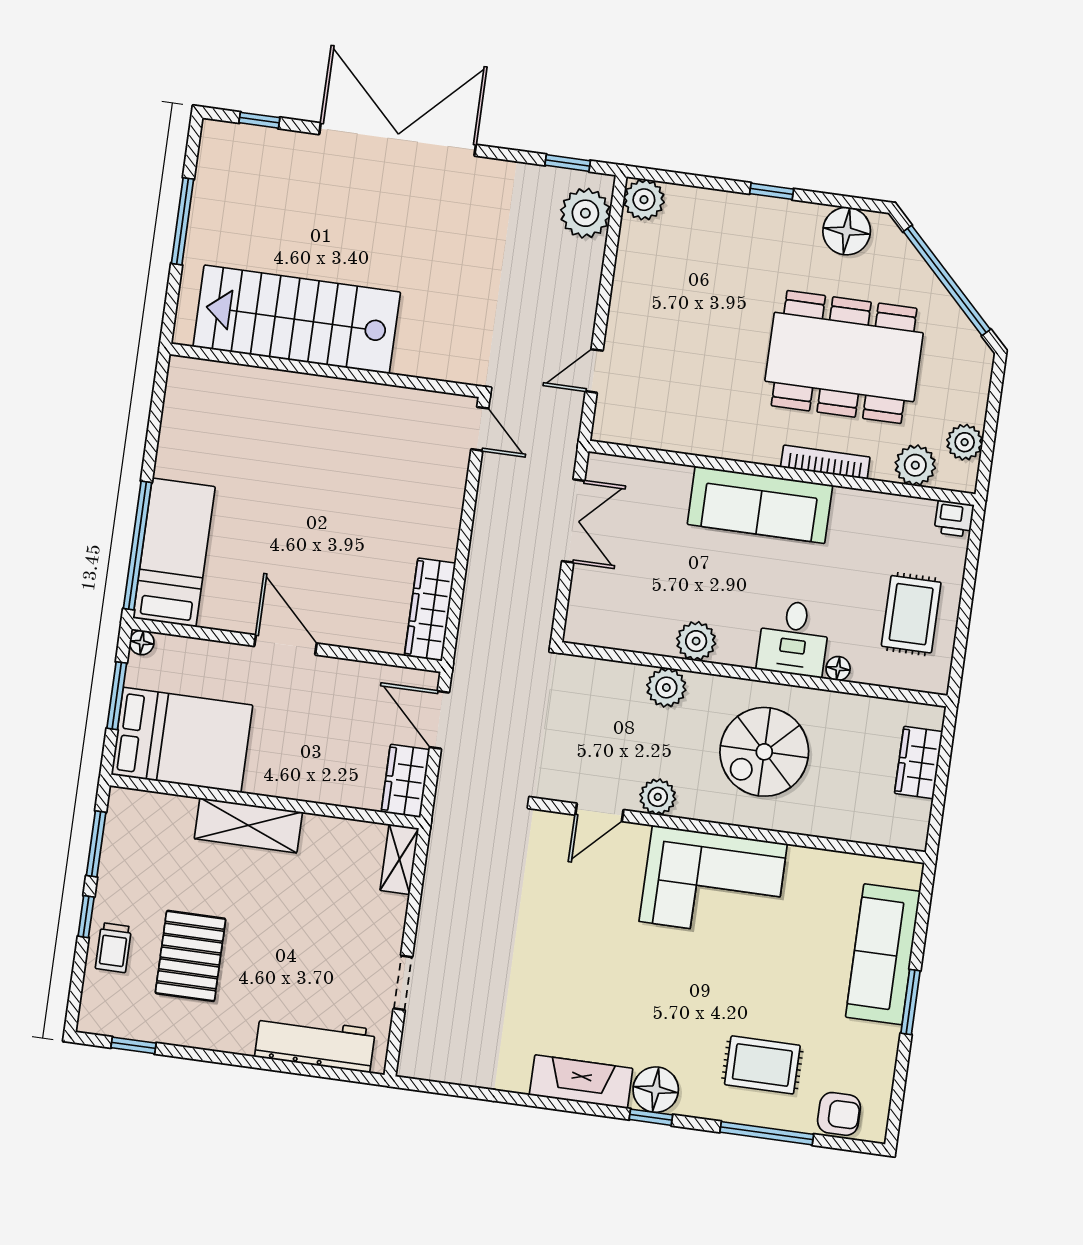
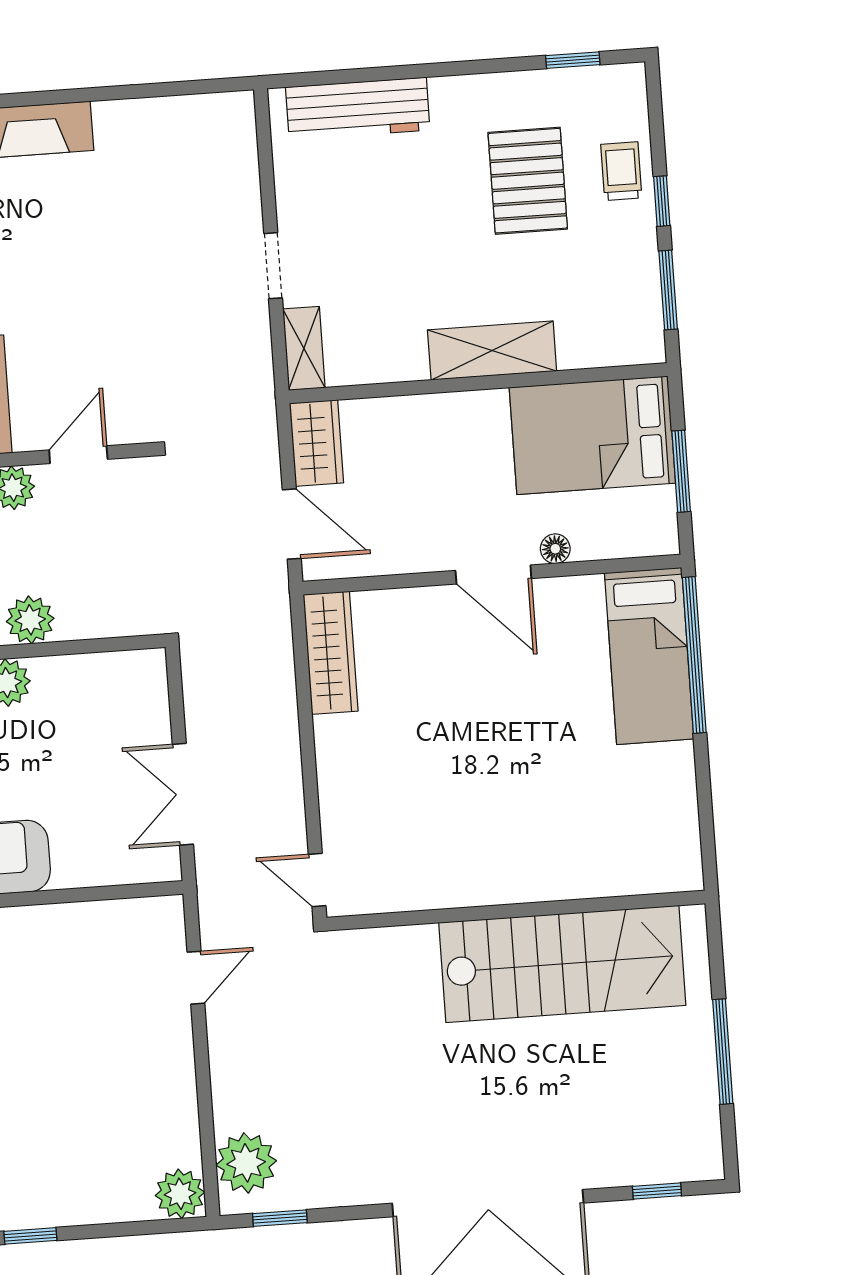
floor lamp: (142, 642) -> (555, 549), moved
doorway: (403, 983) -> (273, 266), moved

